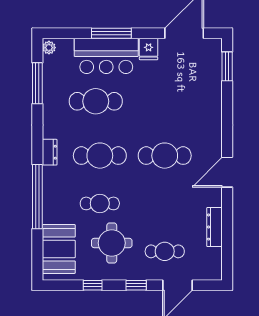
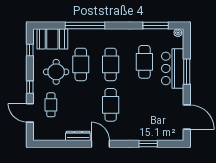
fridge: (149, 49) -> (177, 95), removed
window: (227, 66) -> (148, 144), moved
dresser: (50, 152) -> (113, 33), removed
cafe table: (100, 203) -> (81, 64), width x1.37, depth x1.35
dresser: (215, 227) -> (78, 136), moved
window: (93, 285) -> (30, 50), moved

